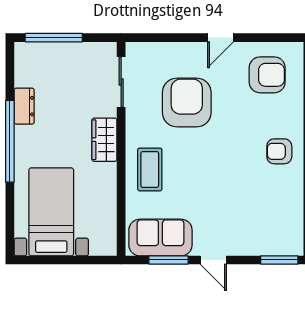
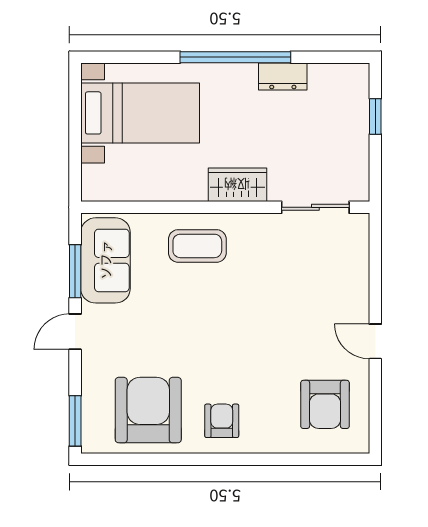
window: (54, 38) -> (375, 116), width x0.46
armchair: (187, 102) -> (148, 410), moved, turned -90

